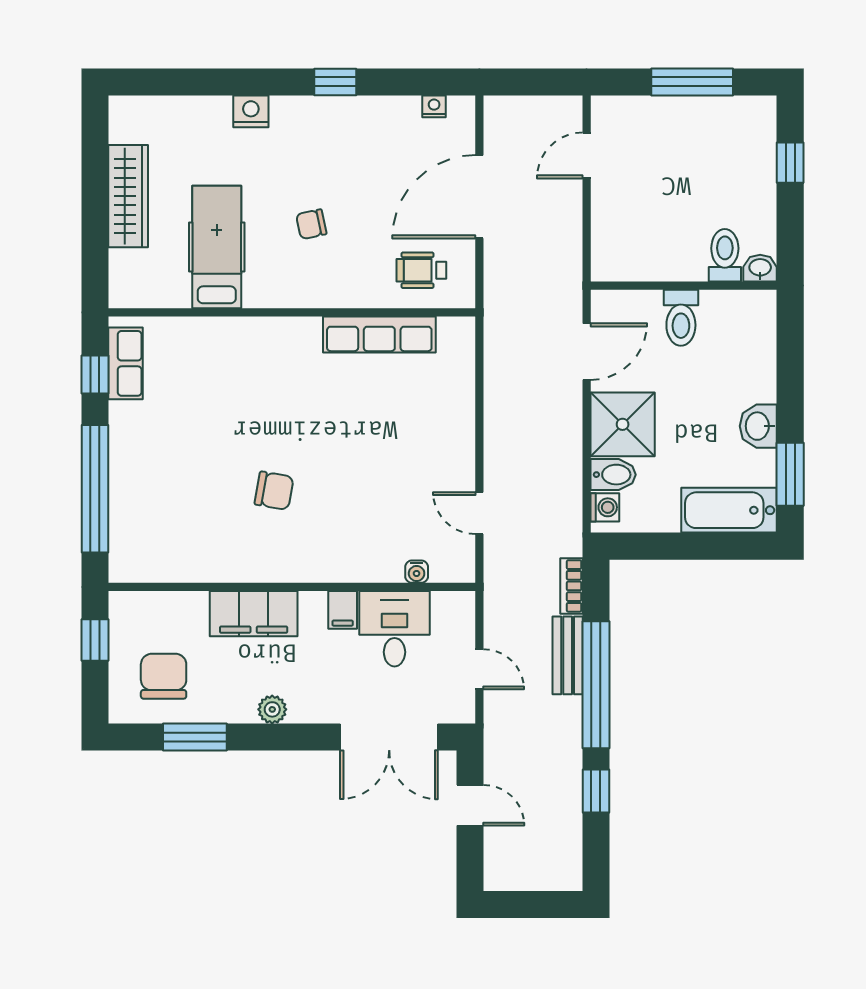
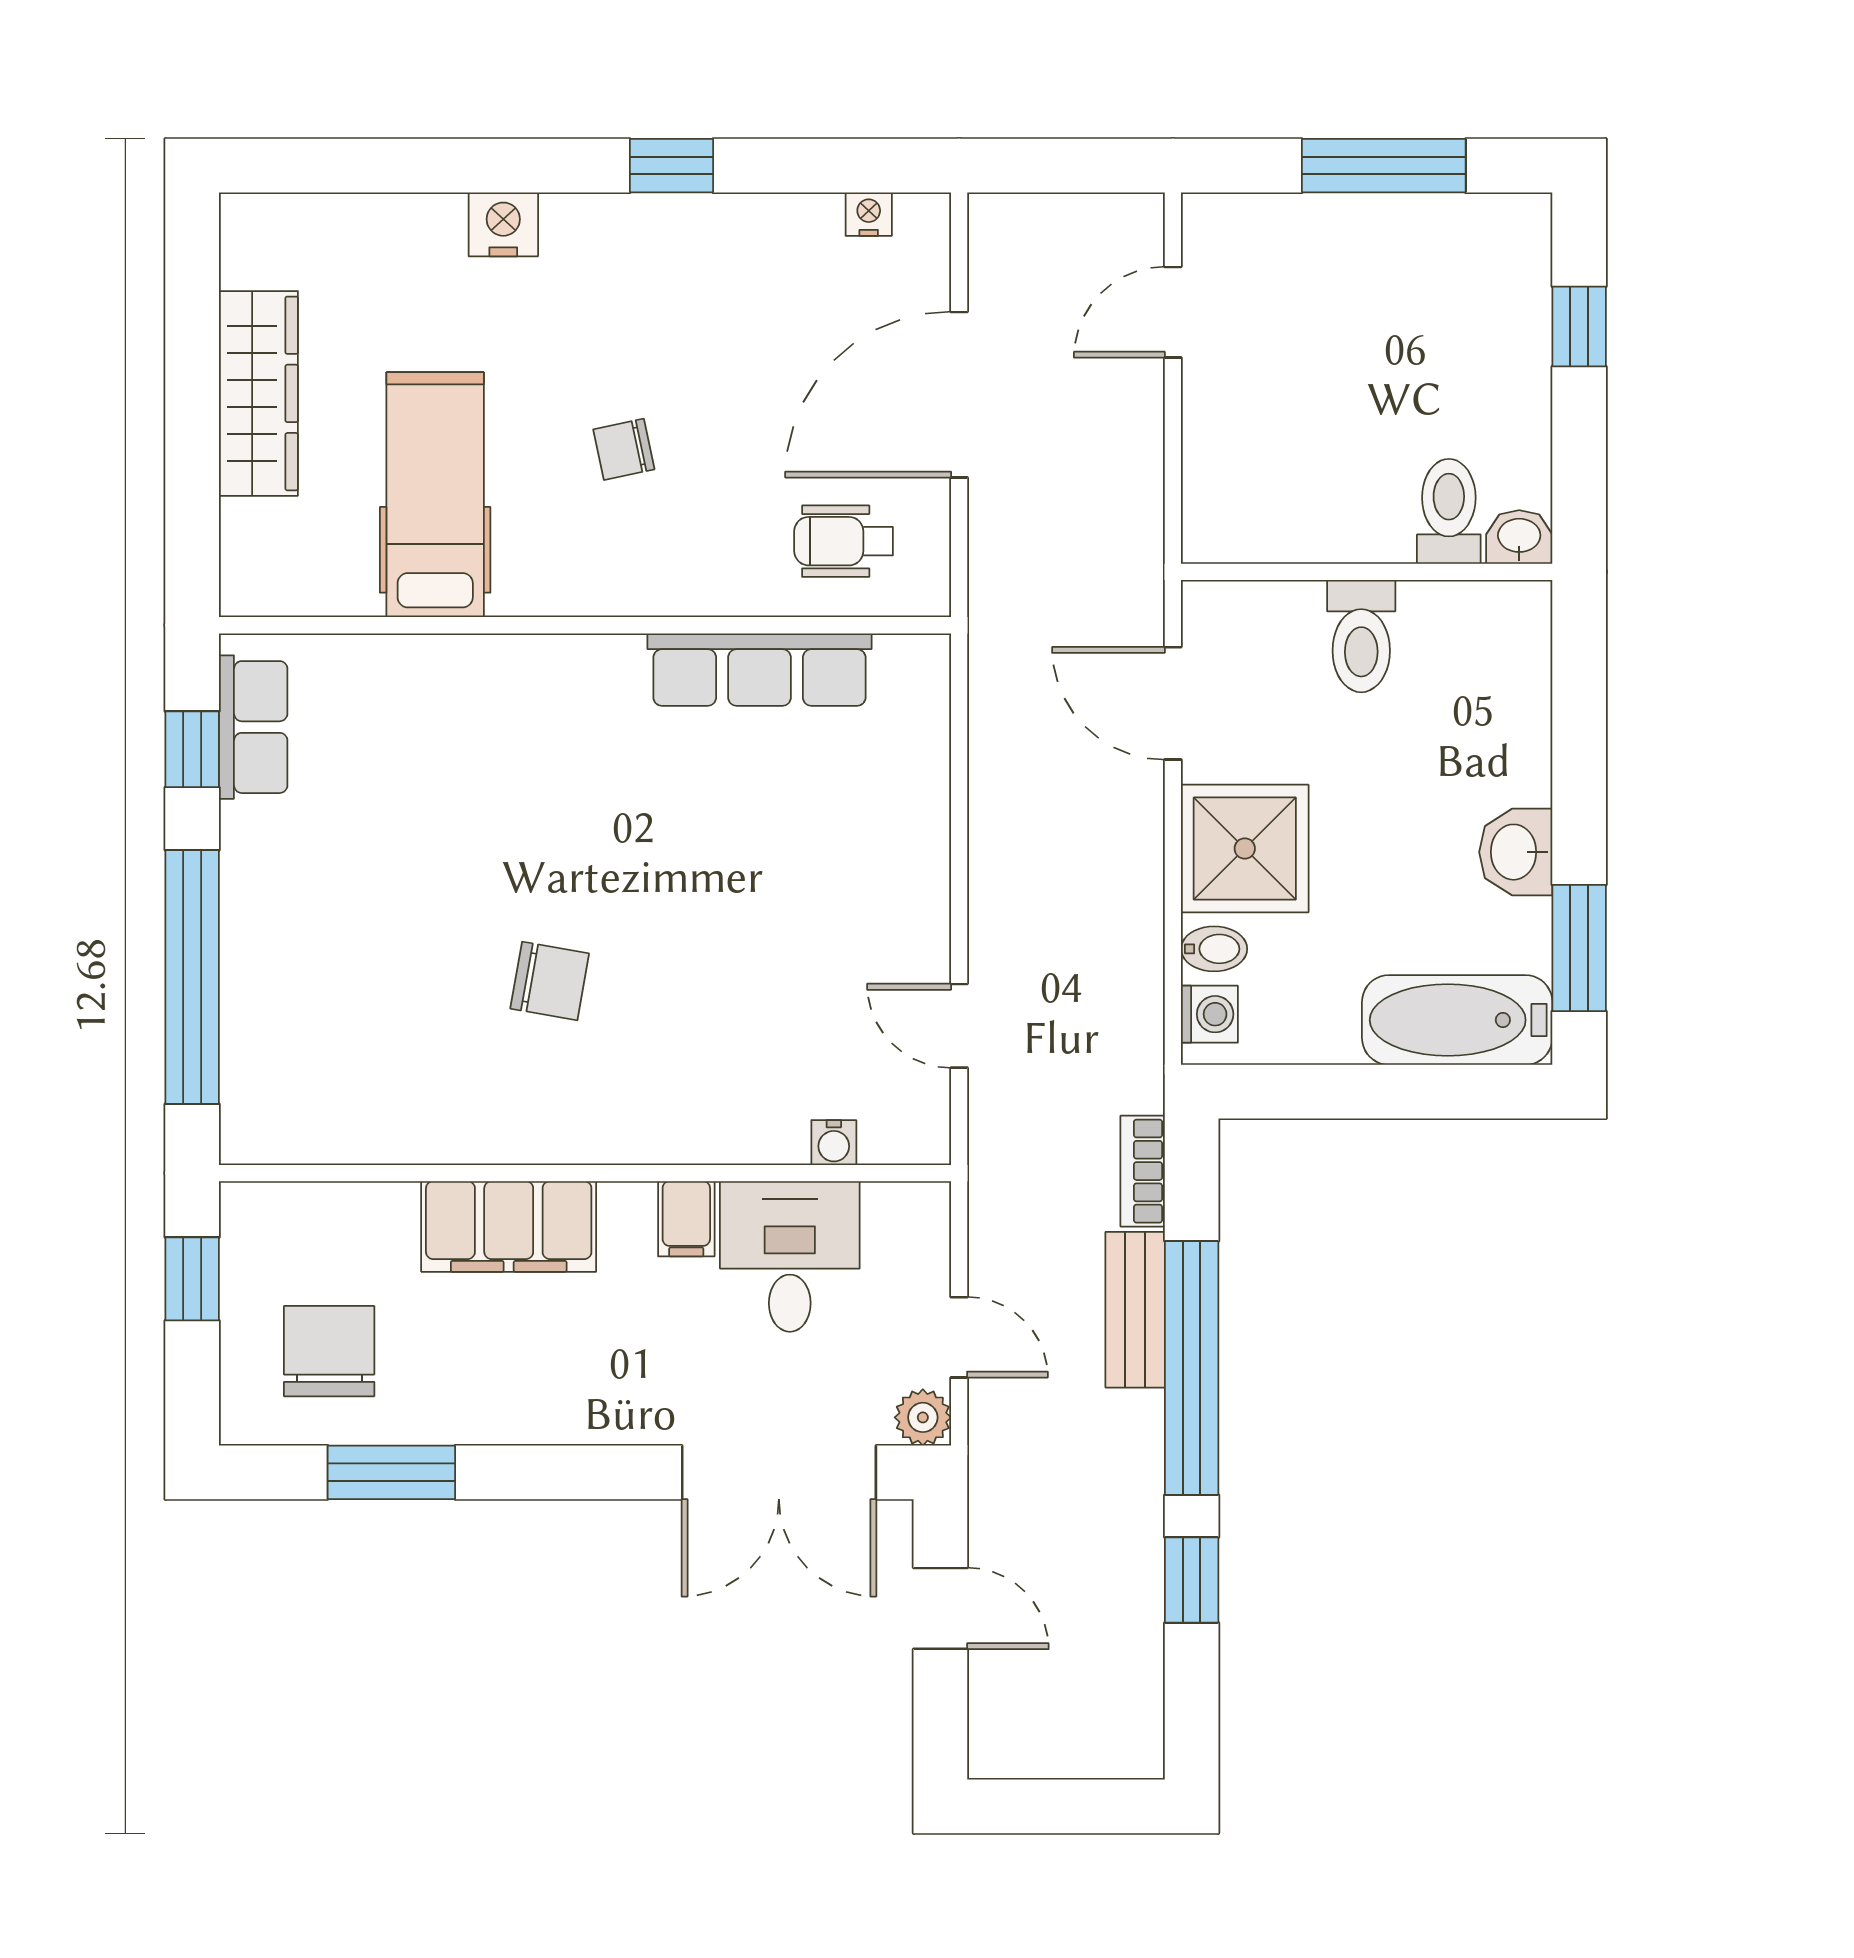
door: (587, 352) -> (1173, 703), swing flipped
bidet: (613, 475) -> (1214, 949), width x0.72, depth x0.74
plant: (272, 709) -> (923, 1417), moved

